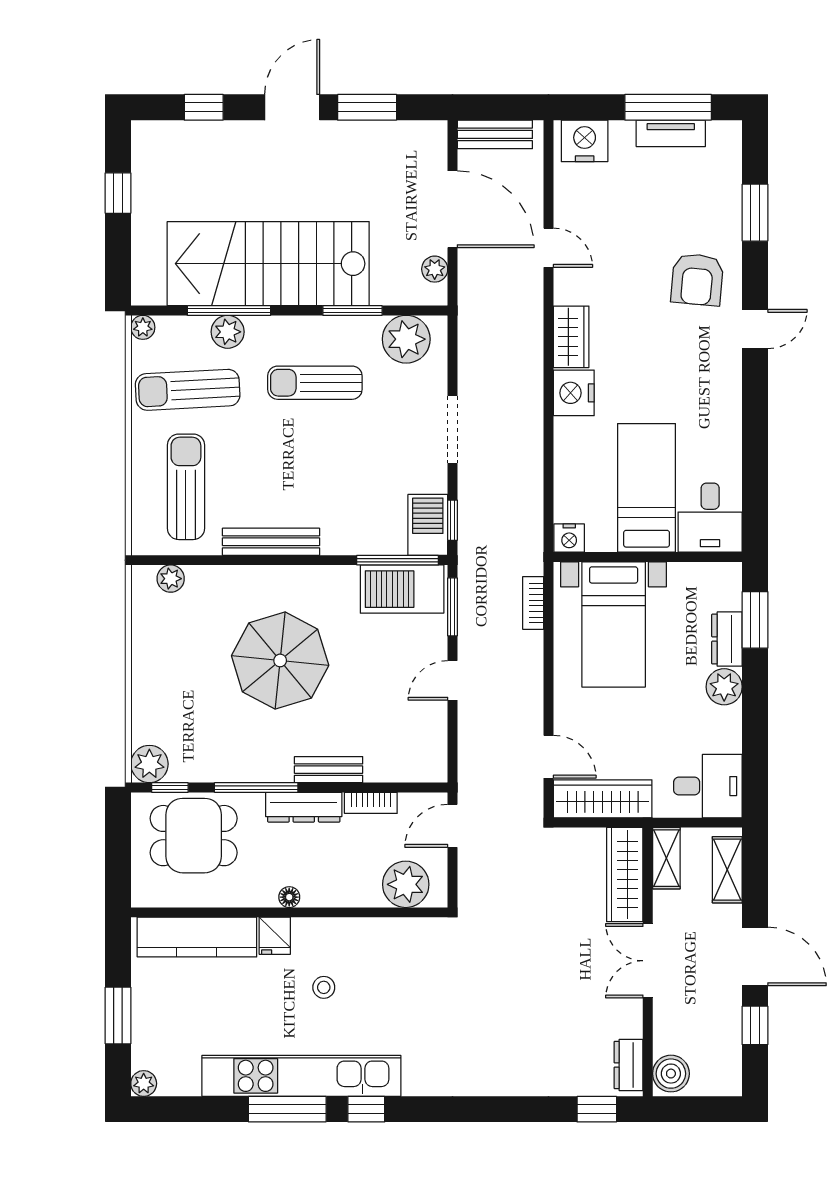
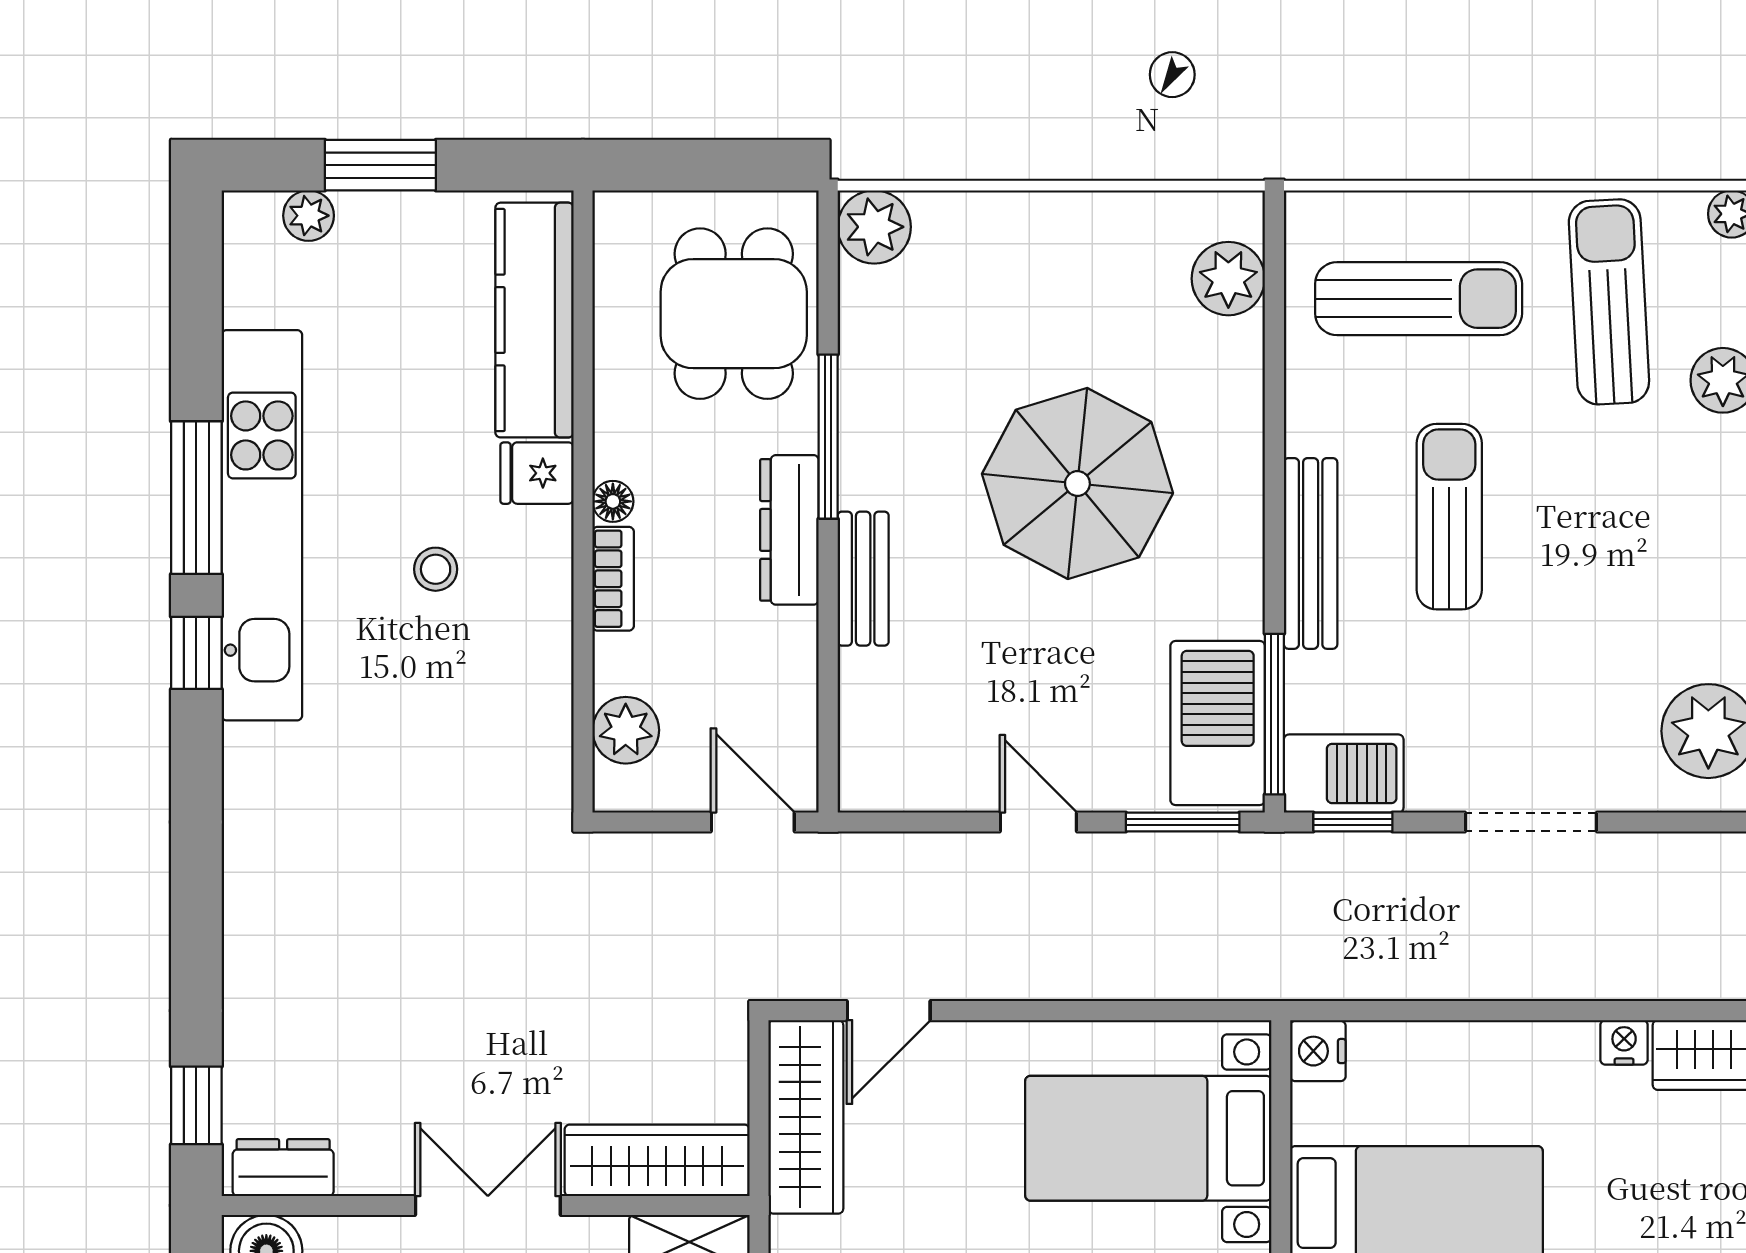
sun lounger: (315, 383) -> (1449, 517), moved
nightstand: (574, 393) -> (1624, 1042), width x0.53, depth x0.56
bench: (271, 542) -> (1311, 553), moved
plant: (171, 579) -> (1228, 279), width x1.38, depth x1.38
bookcase: (533, 603) -> (1190, 980), removed
window: (170, 787) -> (828, 267), removed
bookcase: (371, 803) -> (613, 579), moved, turned 180
plant: (406, 884) -> (626, 730), width x0.73, depth x0.73
plant: (144, 1083) -> (309, 216), moved

